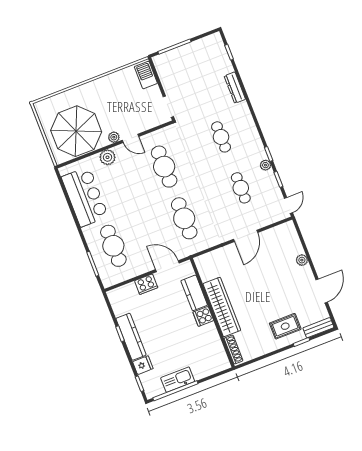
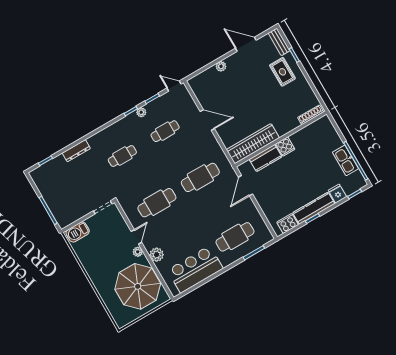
cooker: (146, 284) -> (288, 224), moved, turned -90
wardrobe: (222, 307) -> (253, 144), moved

